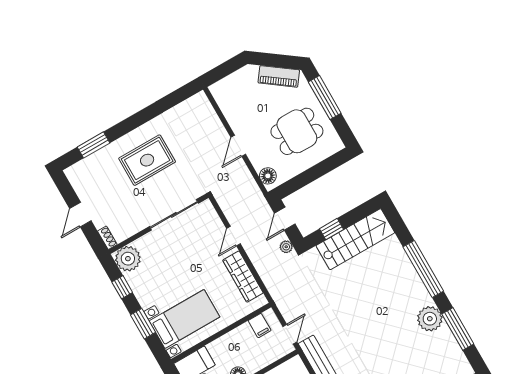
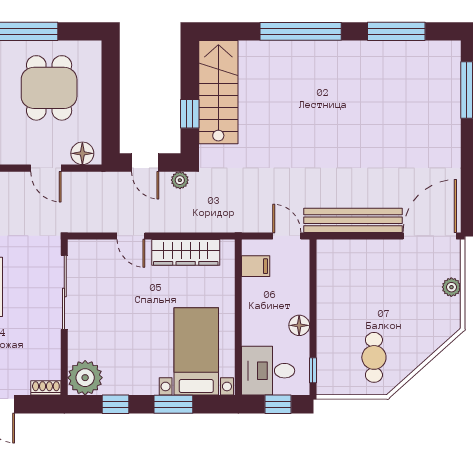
door: (238, 146) -> (46, 168), moved
plant: (430, 319) -> (365, 58), removed

